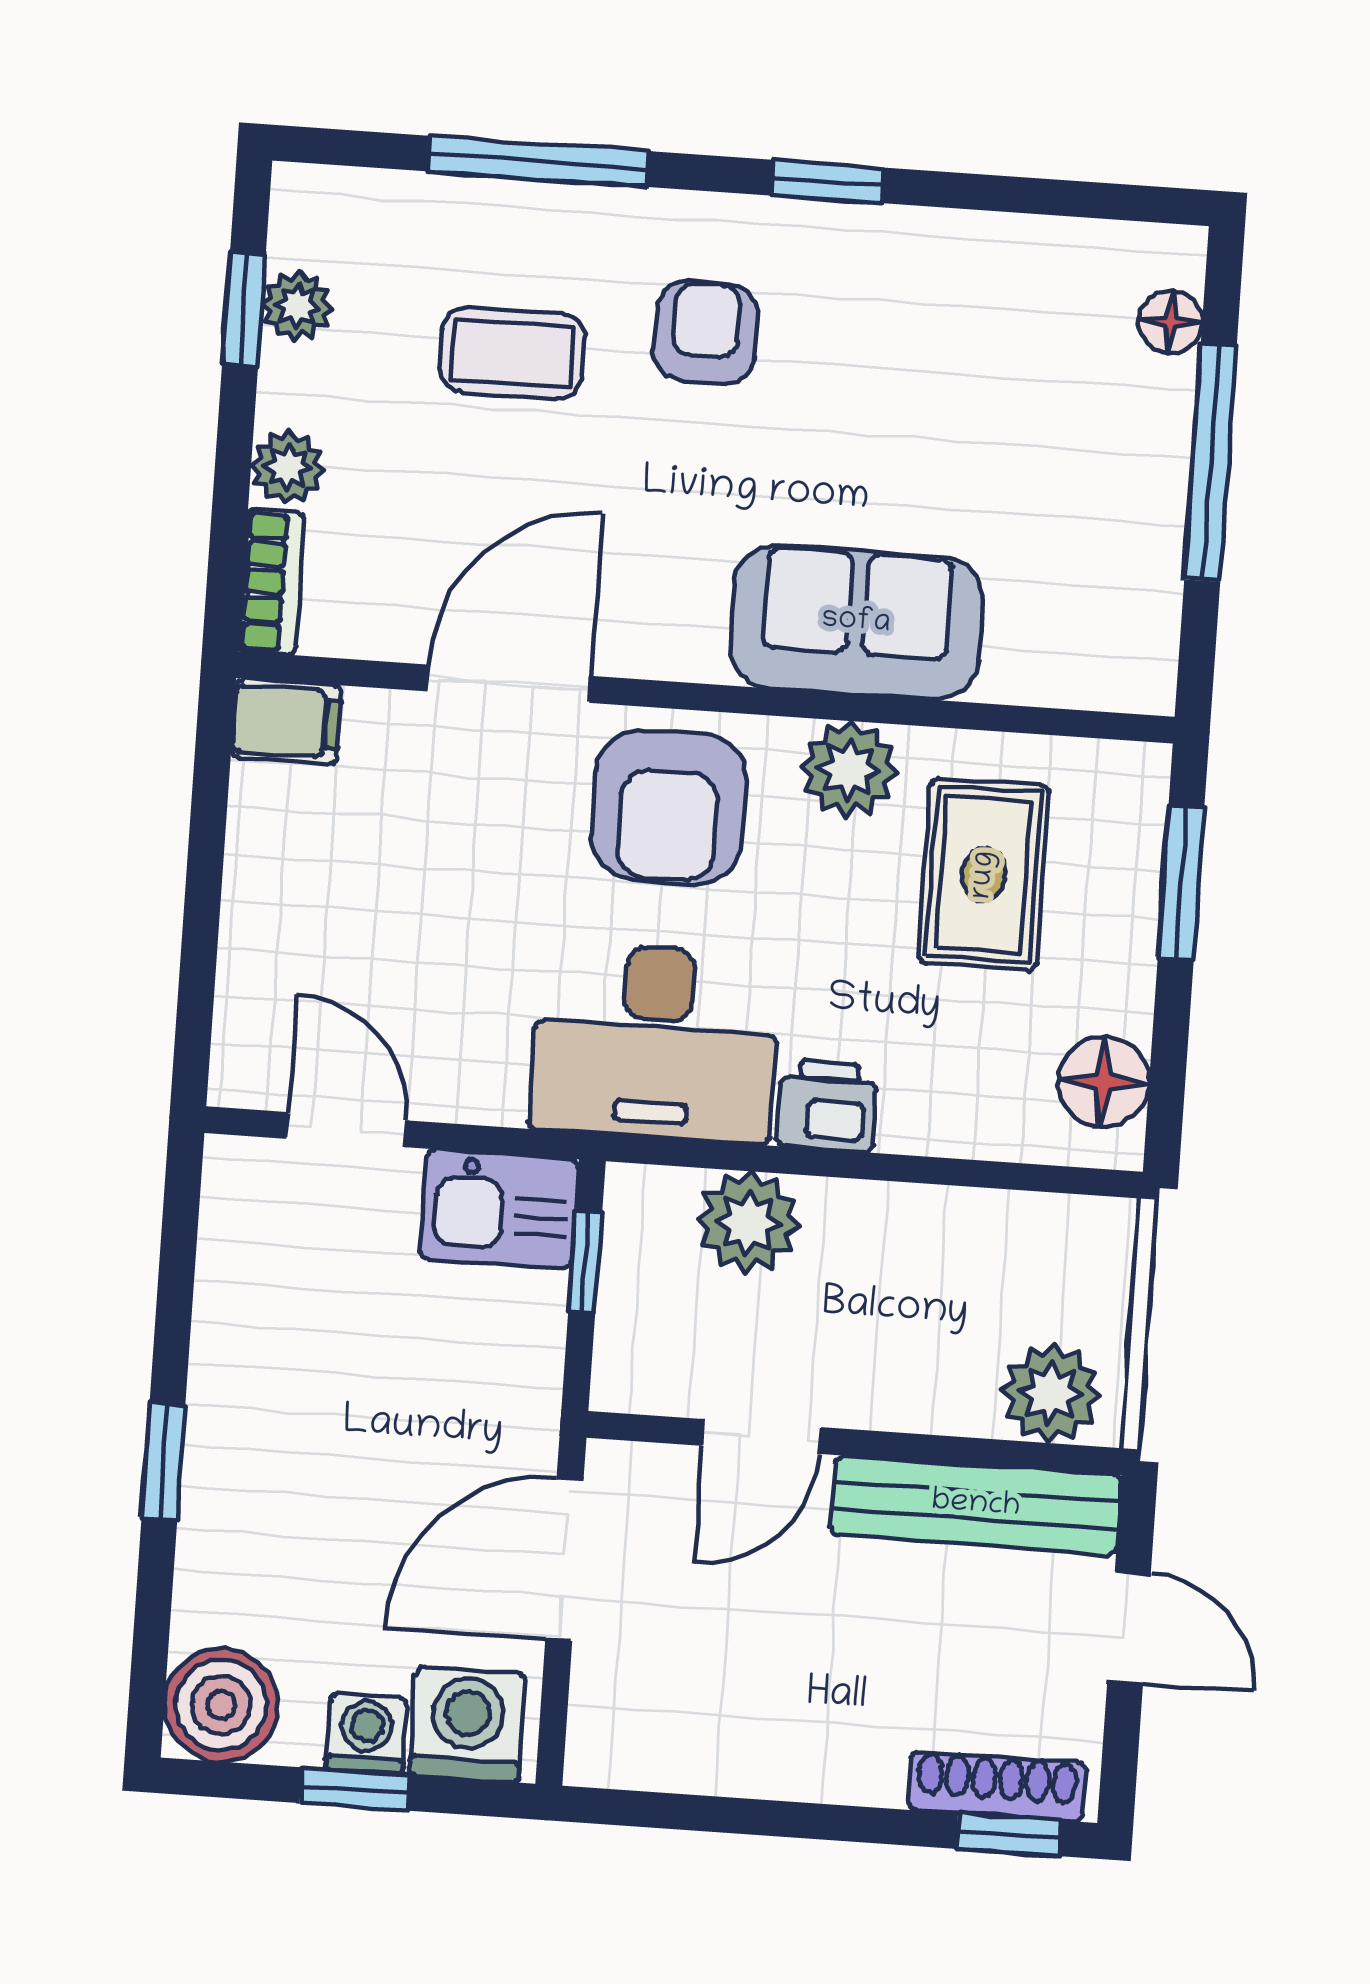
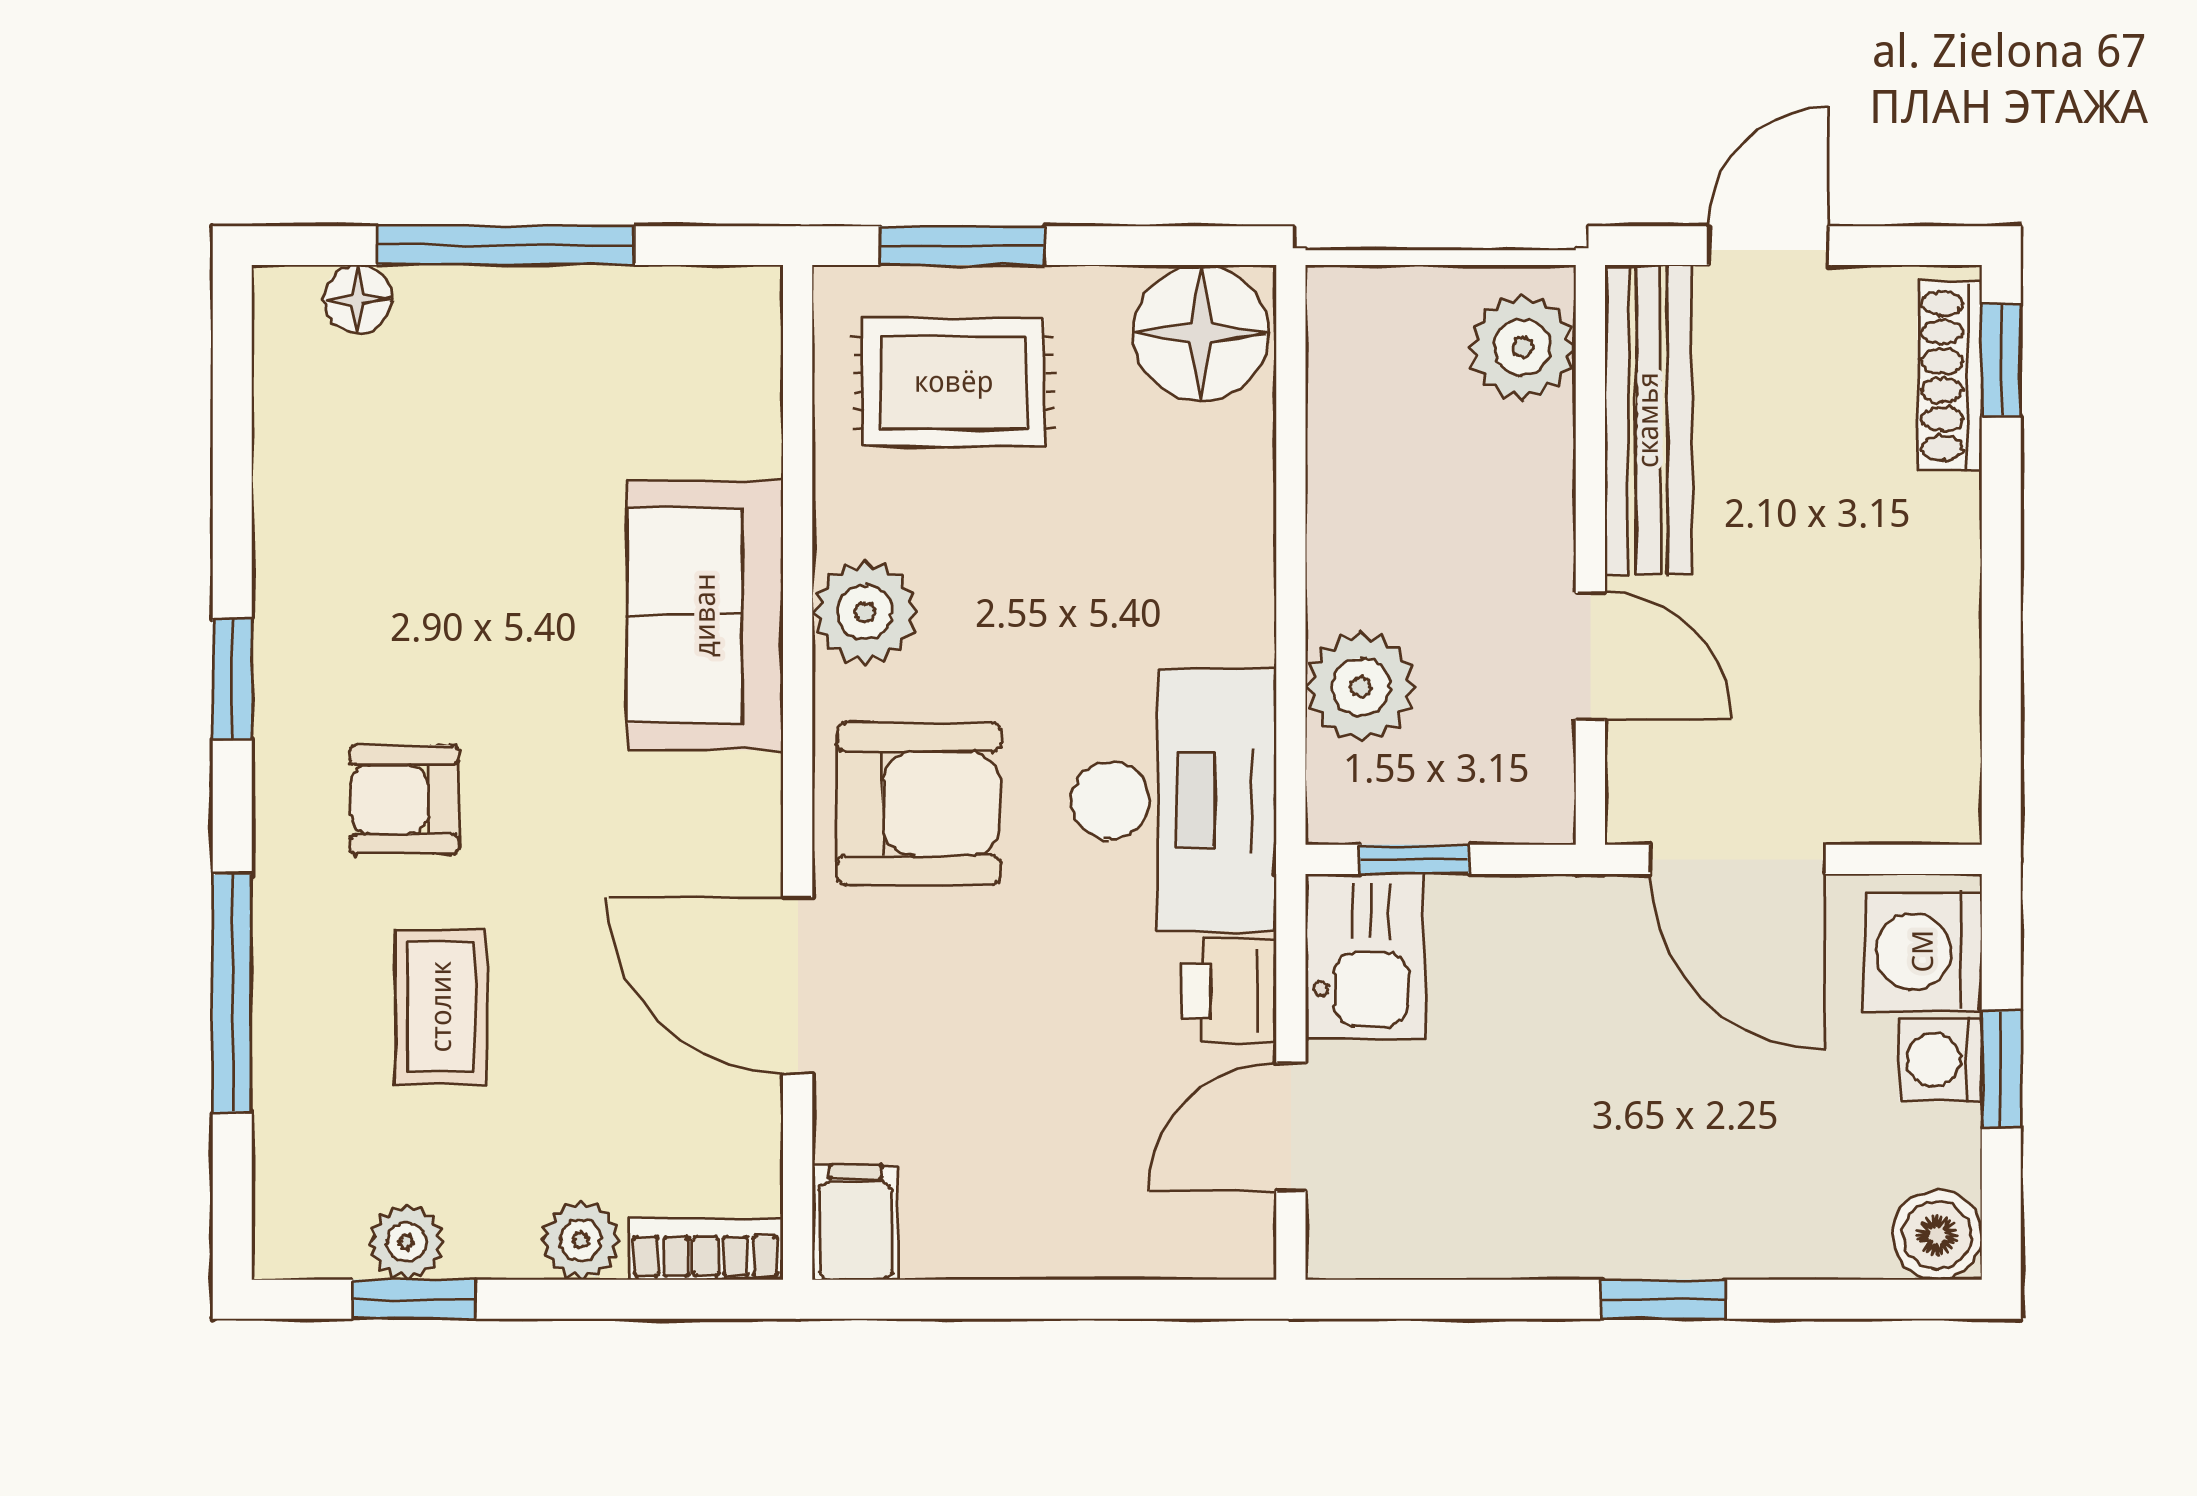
rug: (984, 875) -> (954, 382), moved
floor lamp: (1103, 1082) -> (1200, 333), width x1.38, depth x1.38
printer: (827, 1106) -> (1229, 991), moved
boiler: (221, 1705) -> (1937, 1235), width x0.73, depth x0.73

